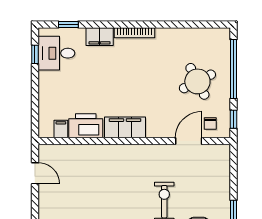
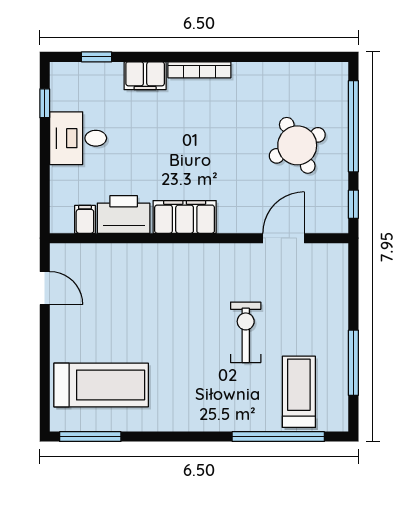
desk: (56, 53) -> (78, 138), moved
chair: (210, 123) -> (317, 211), removed

